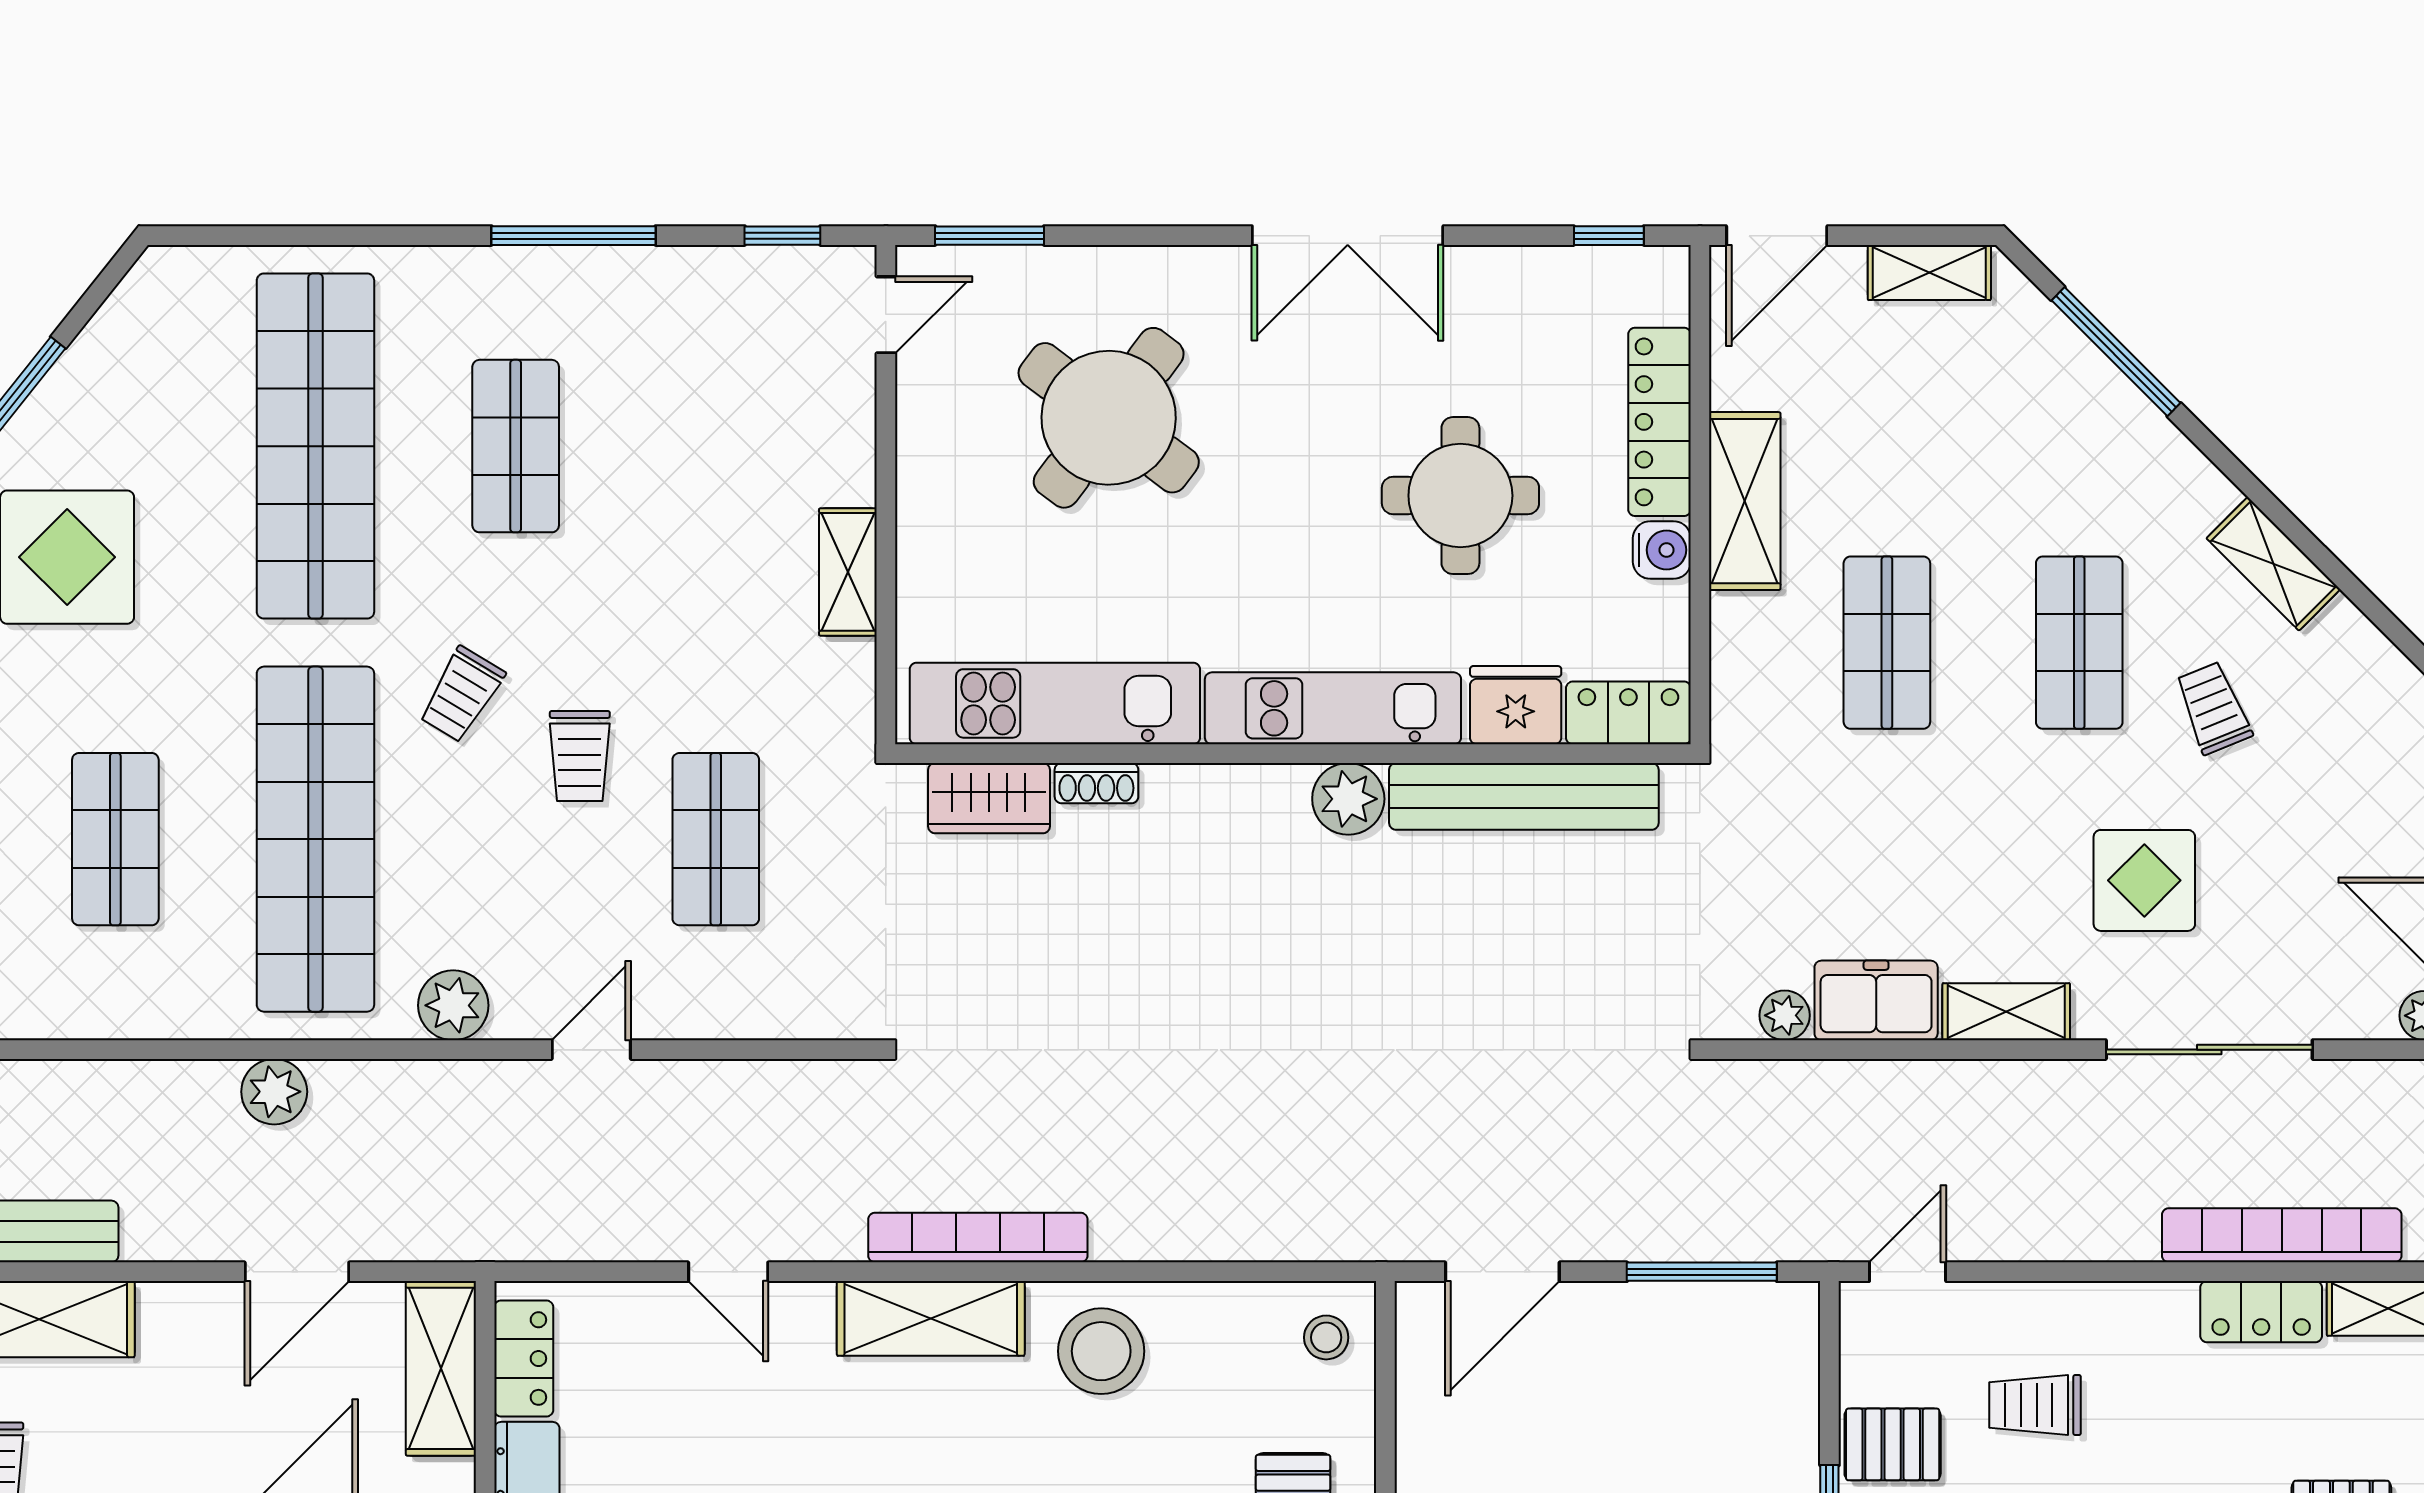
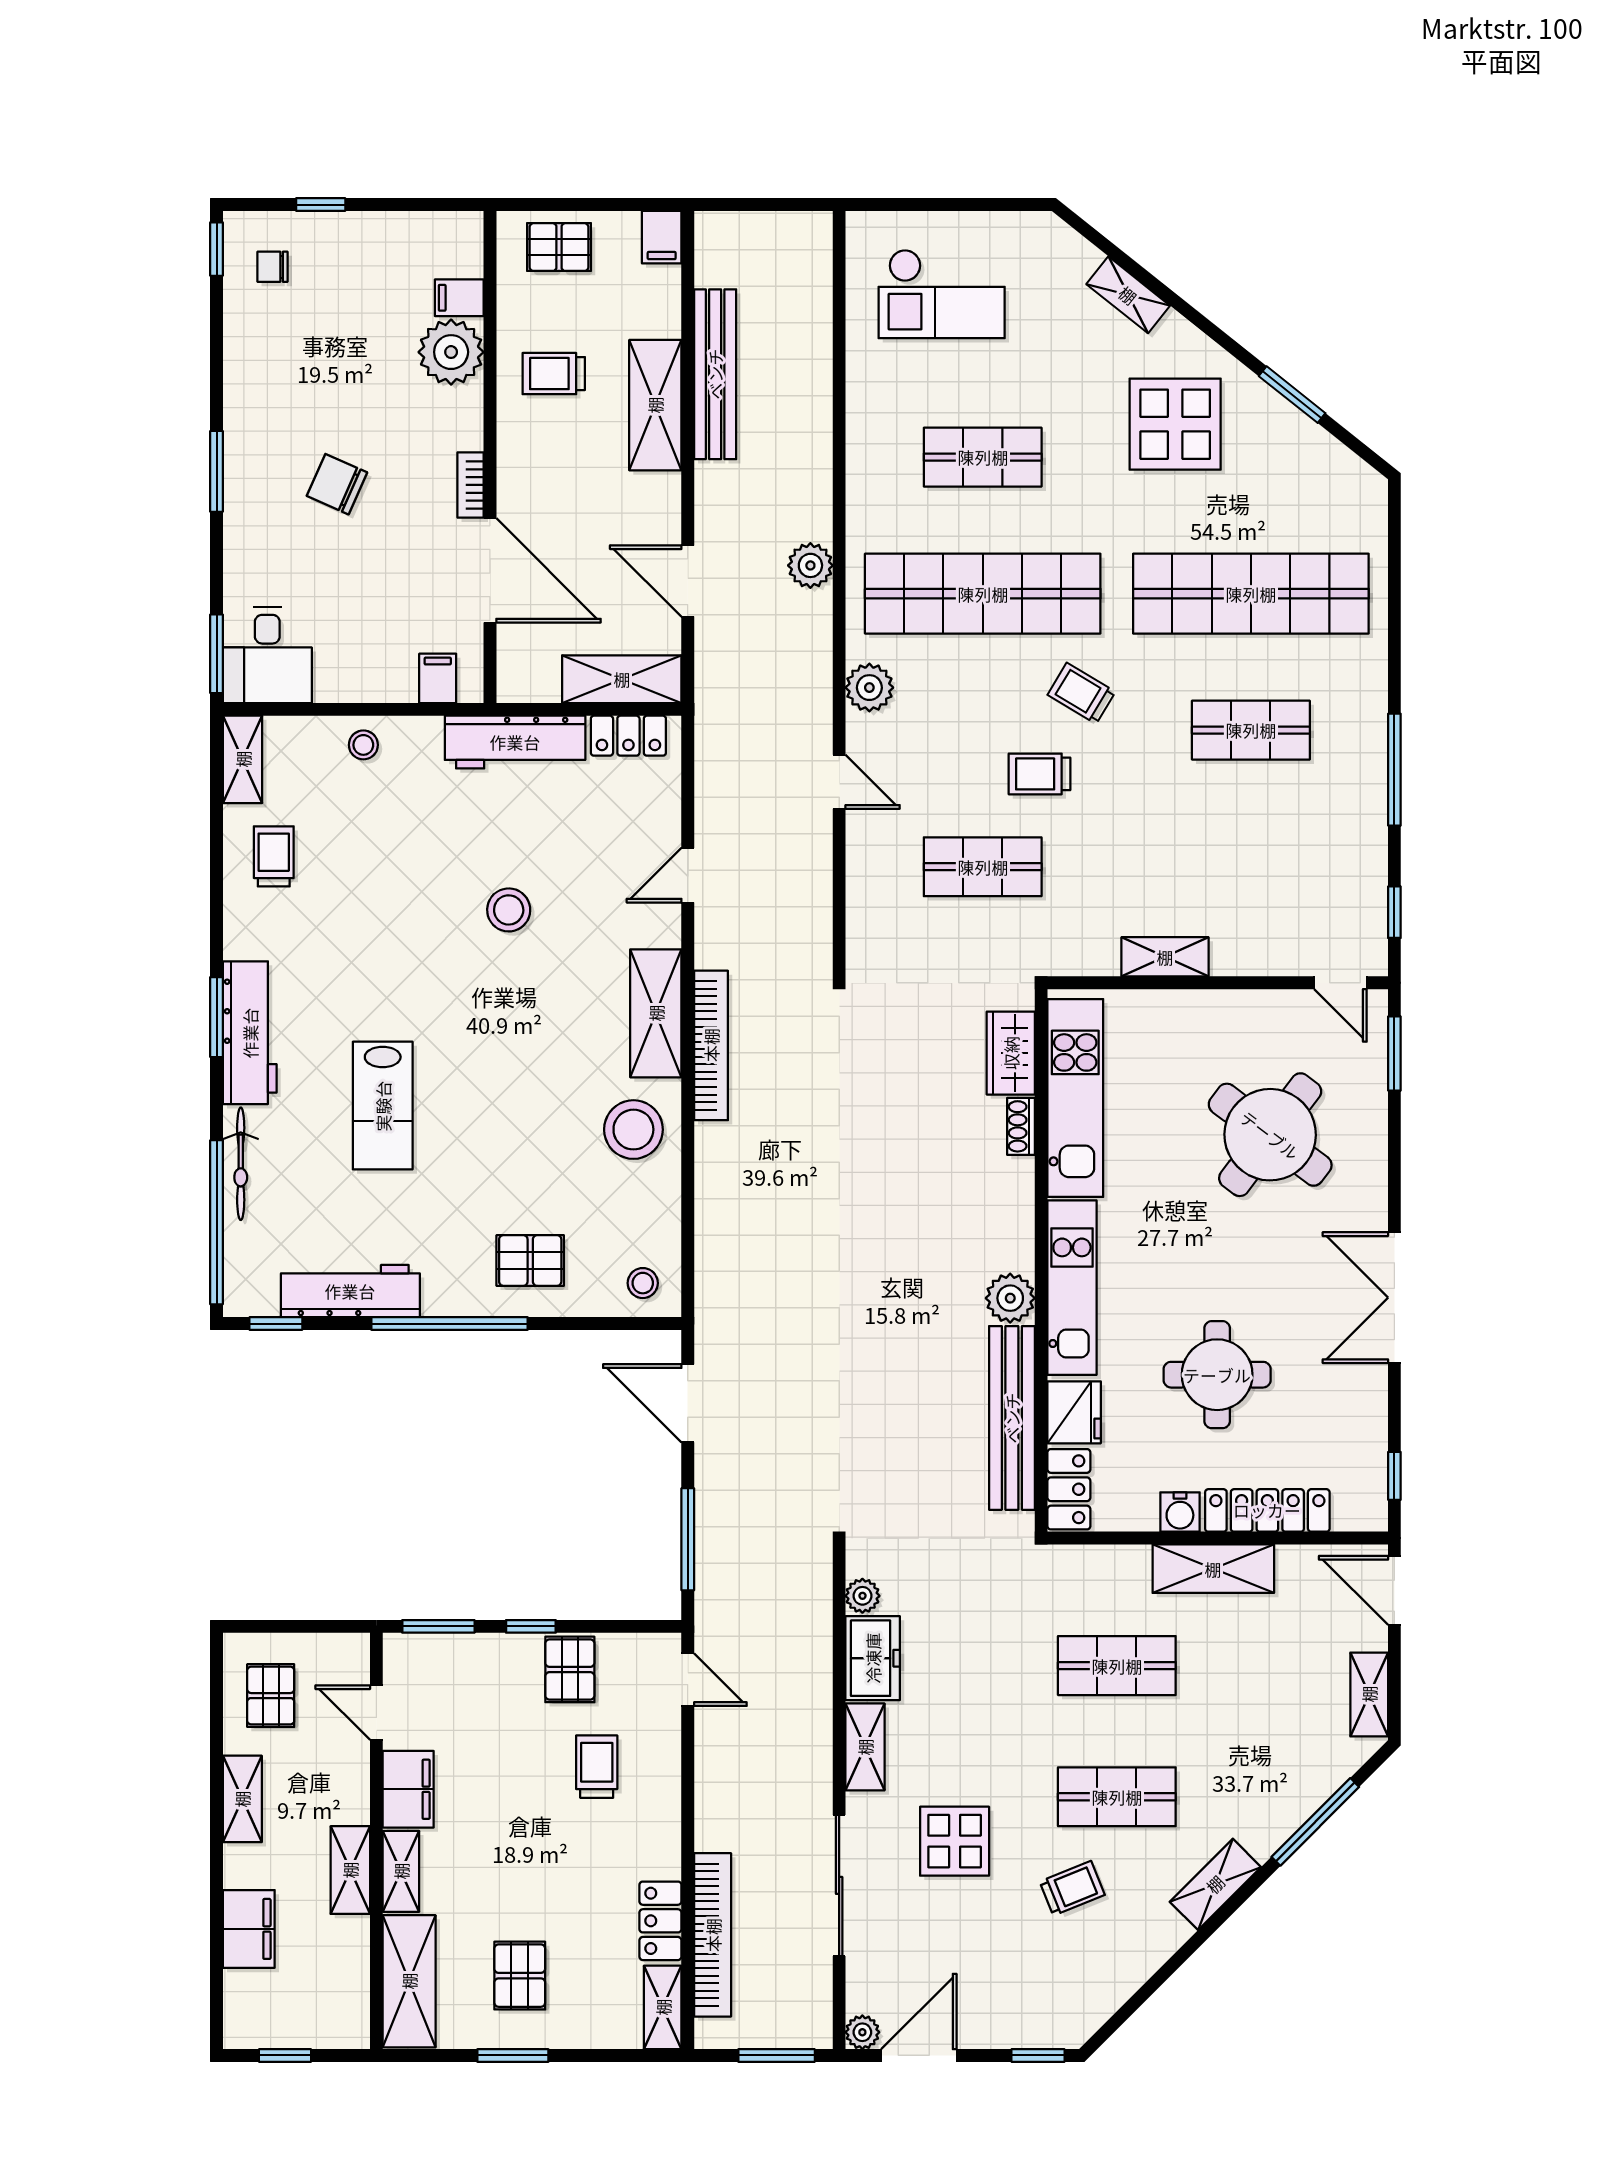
shelving: (2273, 564) -> (1215, 1884), moved

